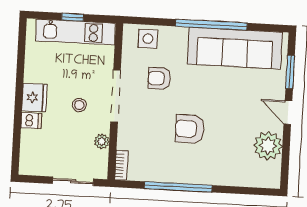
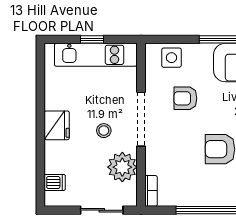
dishwasher: (31, 121) -> (55, 182), moved
plant: (102, 141) -> (122, 167), width x1.88, depth x1.88

